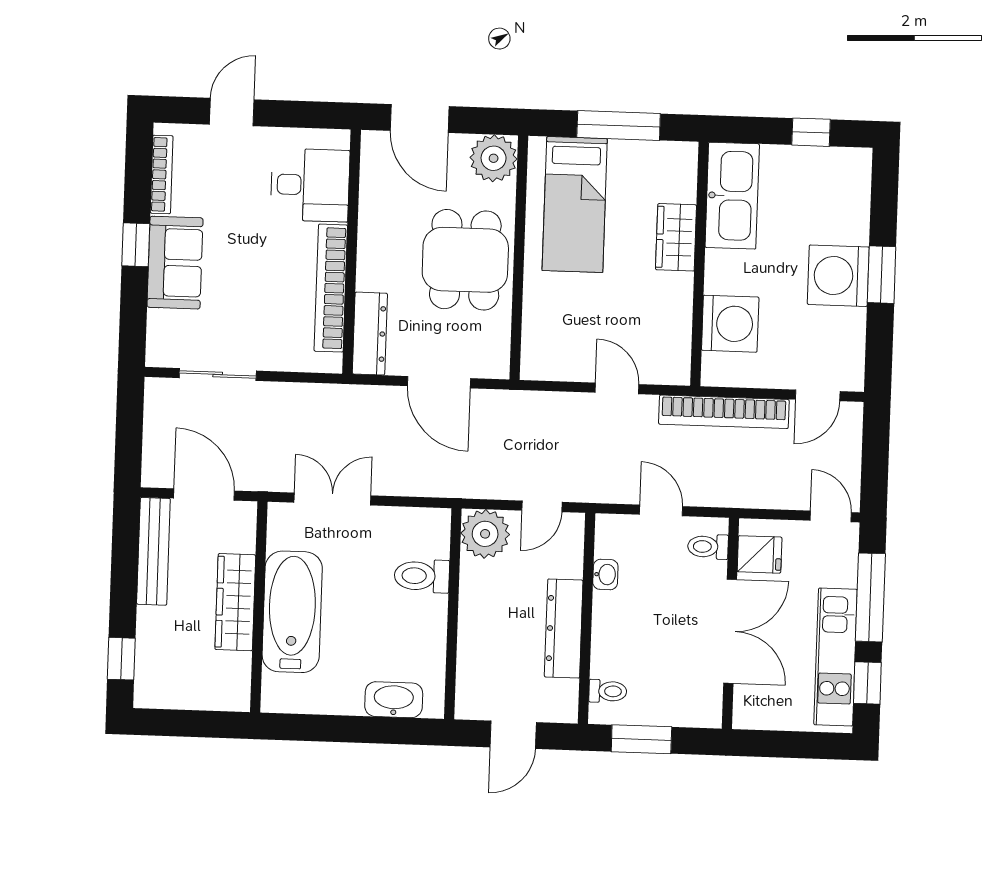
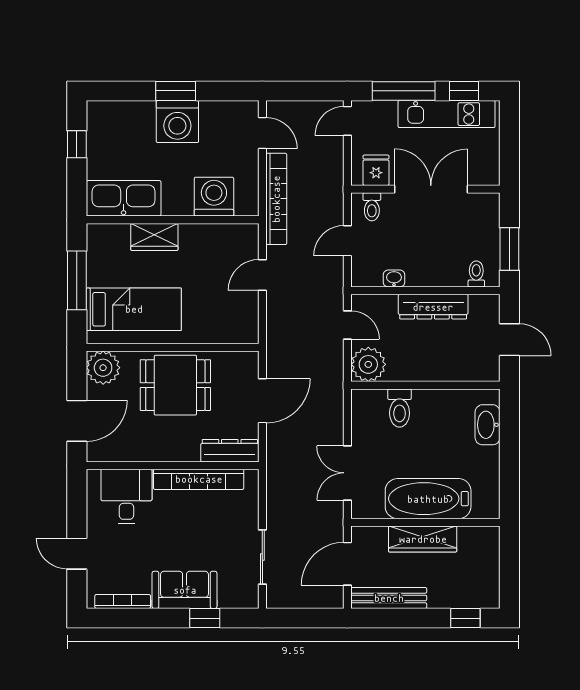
window: (136, 245) -> (205, 618), moved

